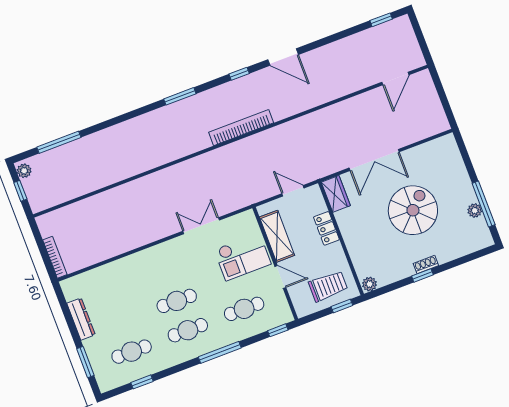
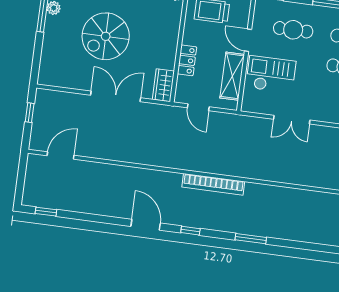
window: (445, 103) -> (30, 113), added

